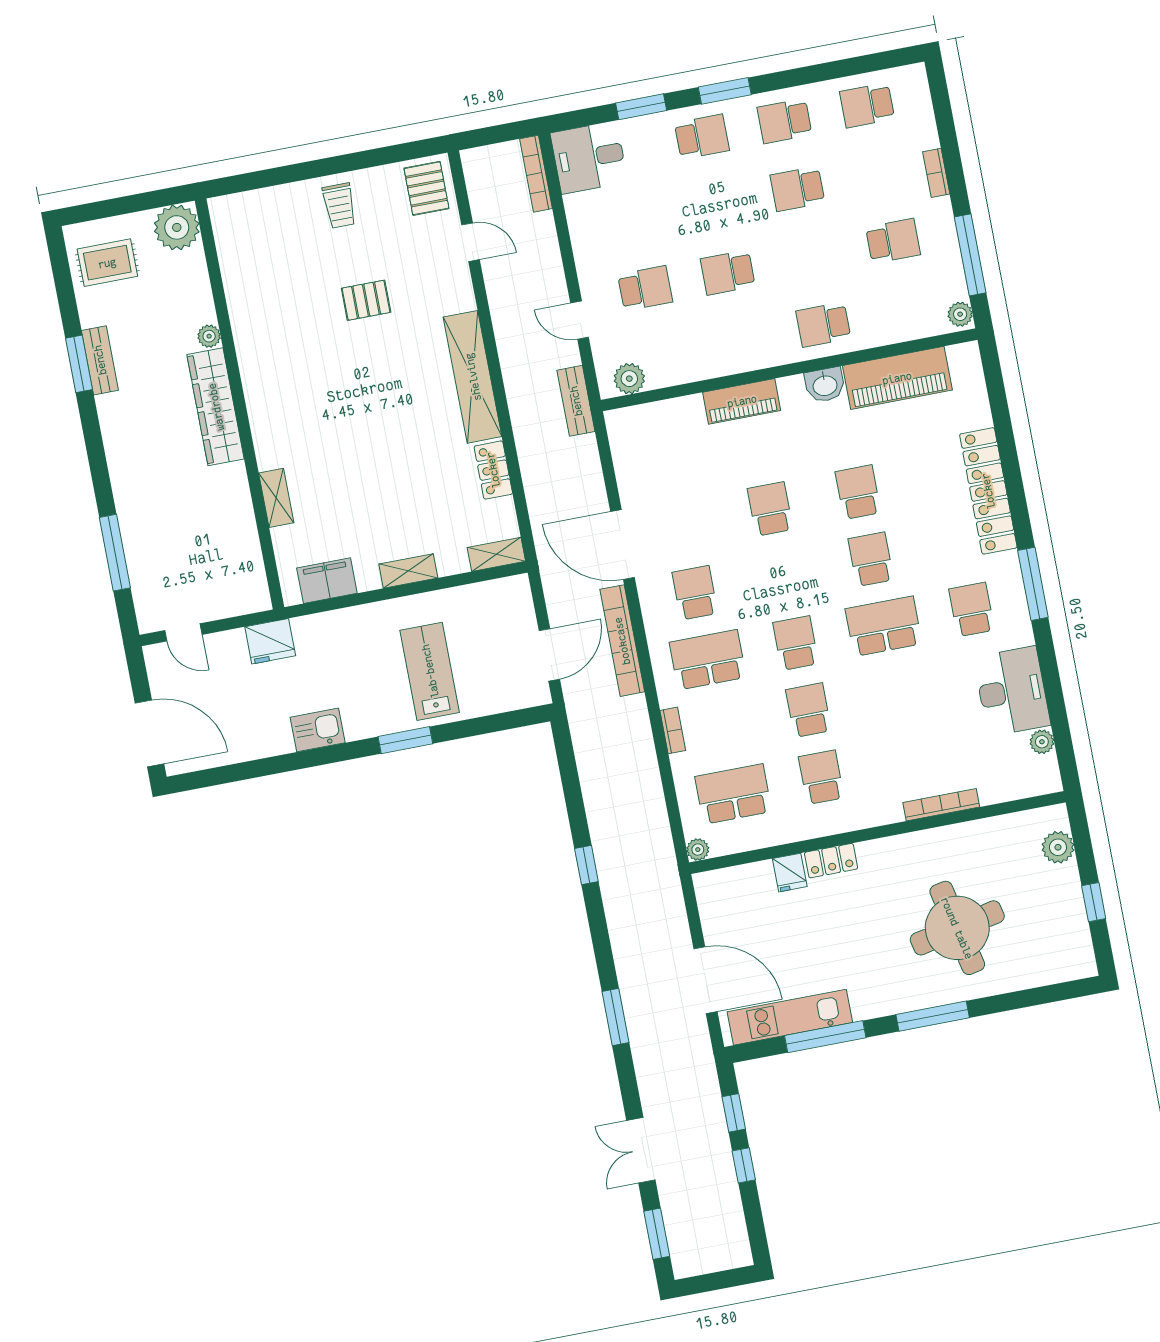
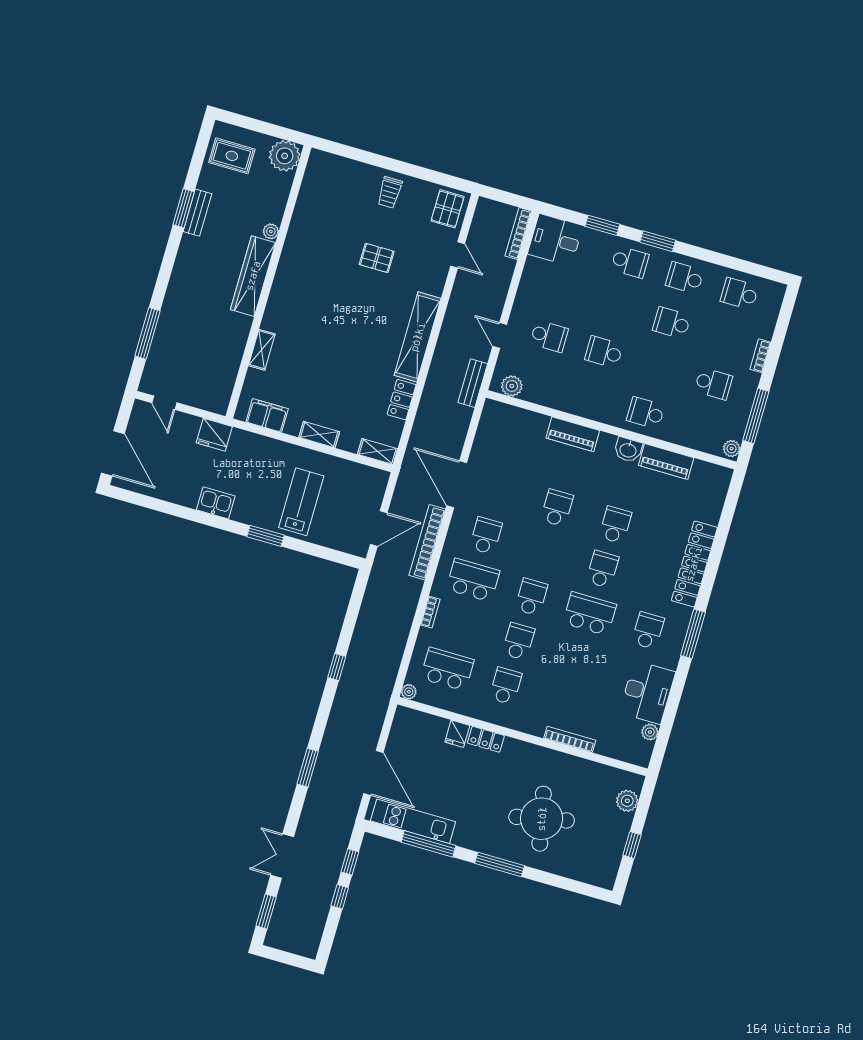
piano: (897, 378) -> (666, 462), width x0.73, depth x0.75

